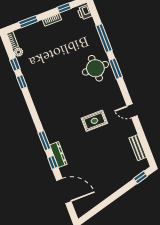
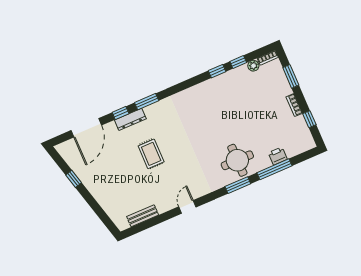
printer: (85, 12) -> (278, 156), moved
rug: (94, 121) -> (151, 154), moved
window: (140, 177) -> (74, 179), moved

